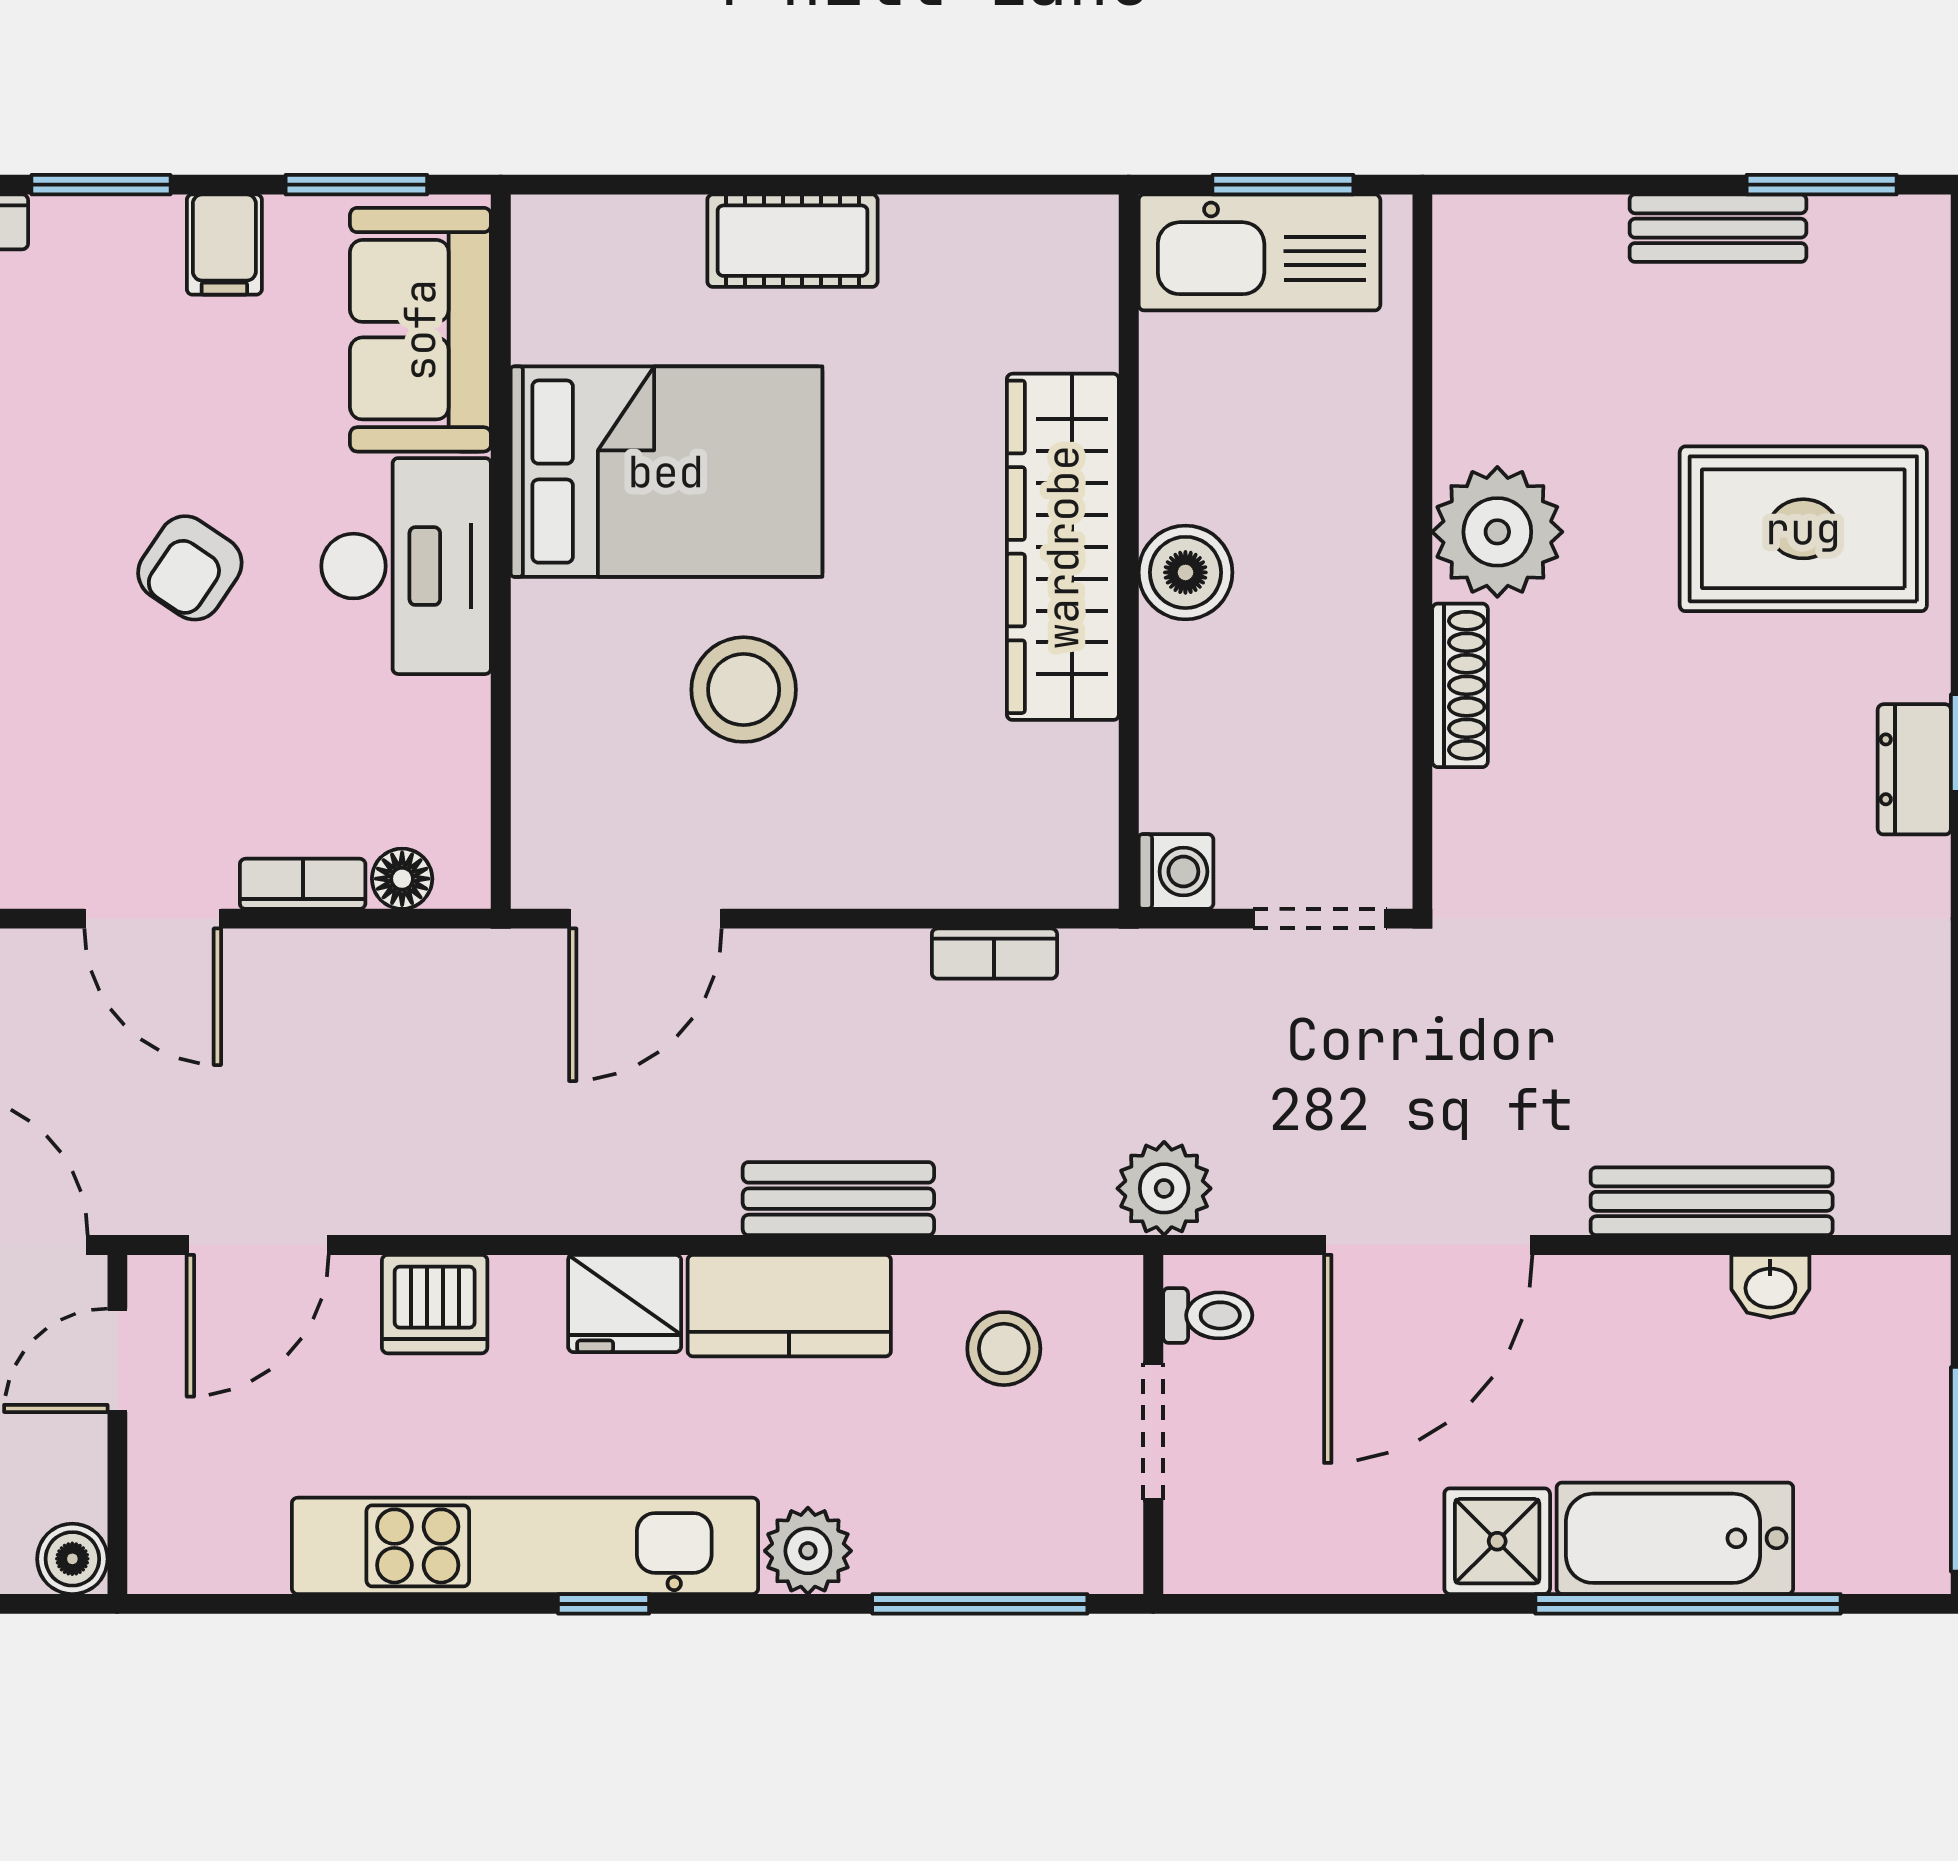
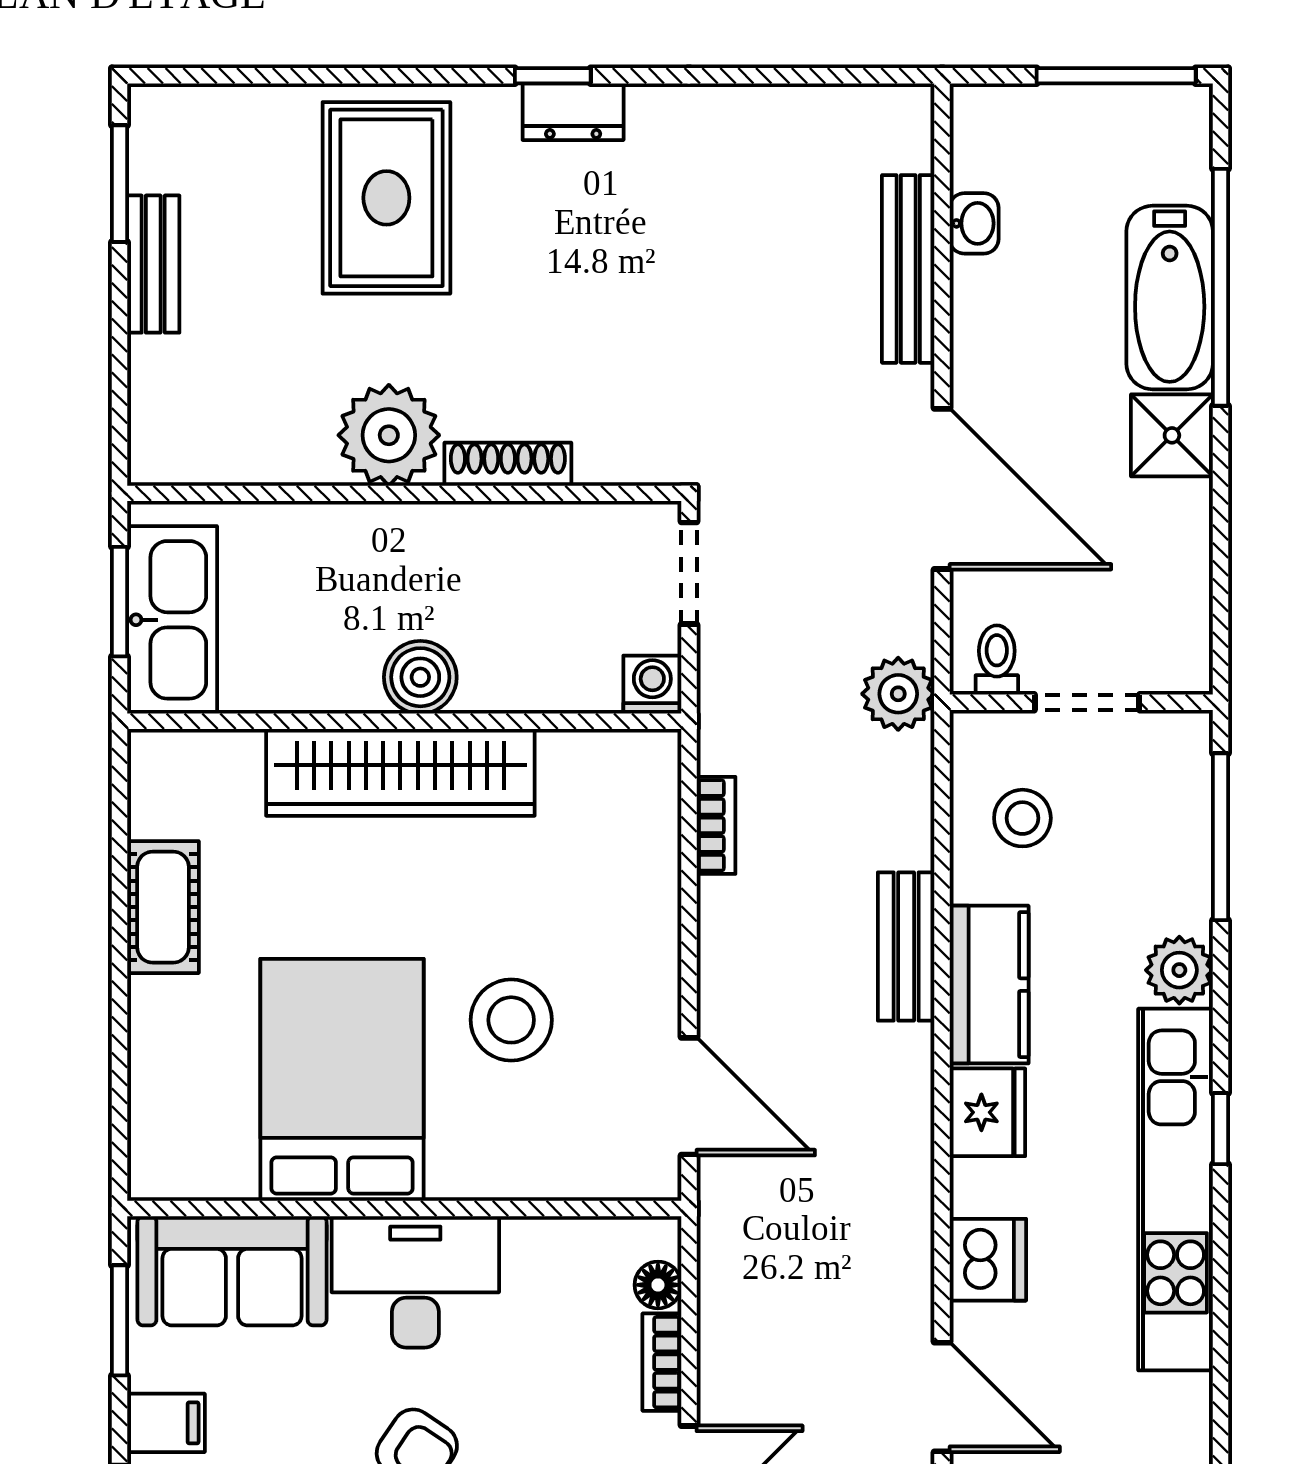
cot: (792, 241) -> (163, 907), moved

